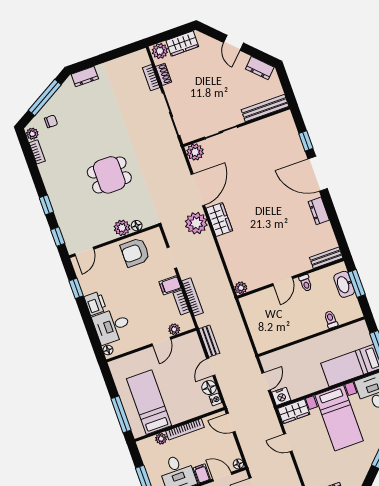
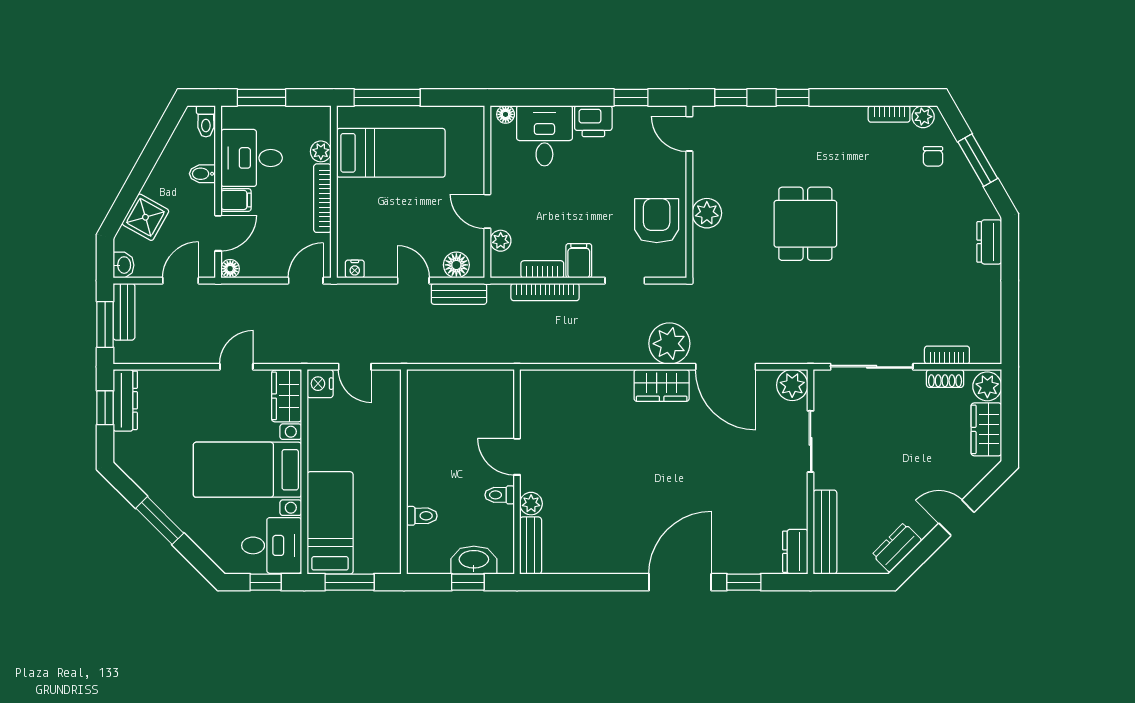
window: (45, 98) -> (978, 160), width x0.69
dresser: (319, 211) -> (795, 552), moved, turned -90
floor lamp: (137, 226) -> (702, 240), removed
window: (357, 283) -> (468, 582), width x0.67
plant: (241, 288) -> (531, 504), moved
floor lamp: (209, 388) -> (456, 265), moved

